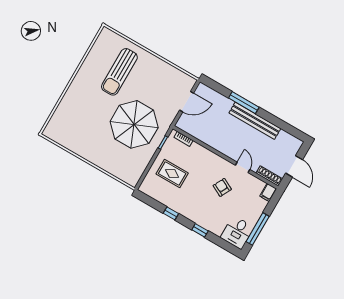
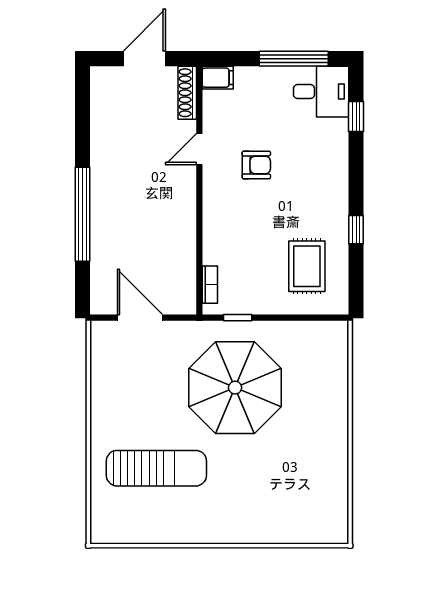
window: (244, 103) -> (83, 214), width x1.46
bench: (255, 121) -> (104, 176), removed
rug: (172, 174) -> (307, 266), moved
armchair: (222, 187) -> (256, 165), turned -117
window: (200, 230) -> (356, 117), moved

